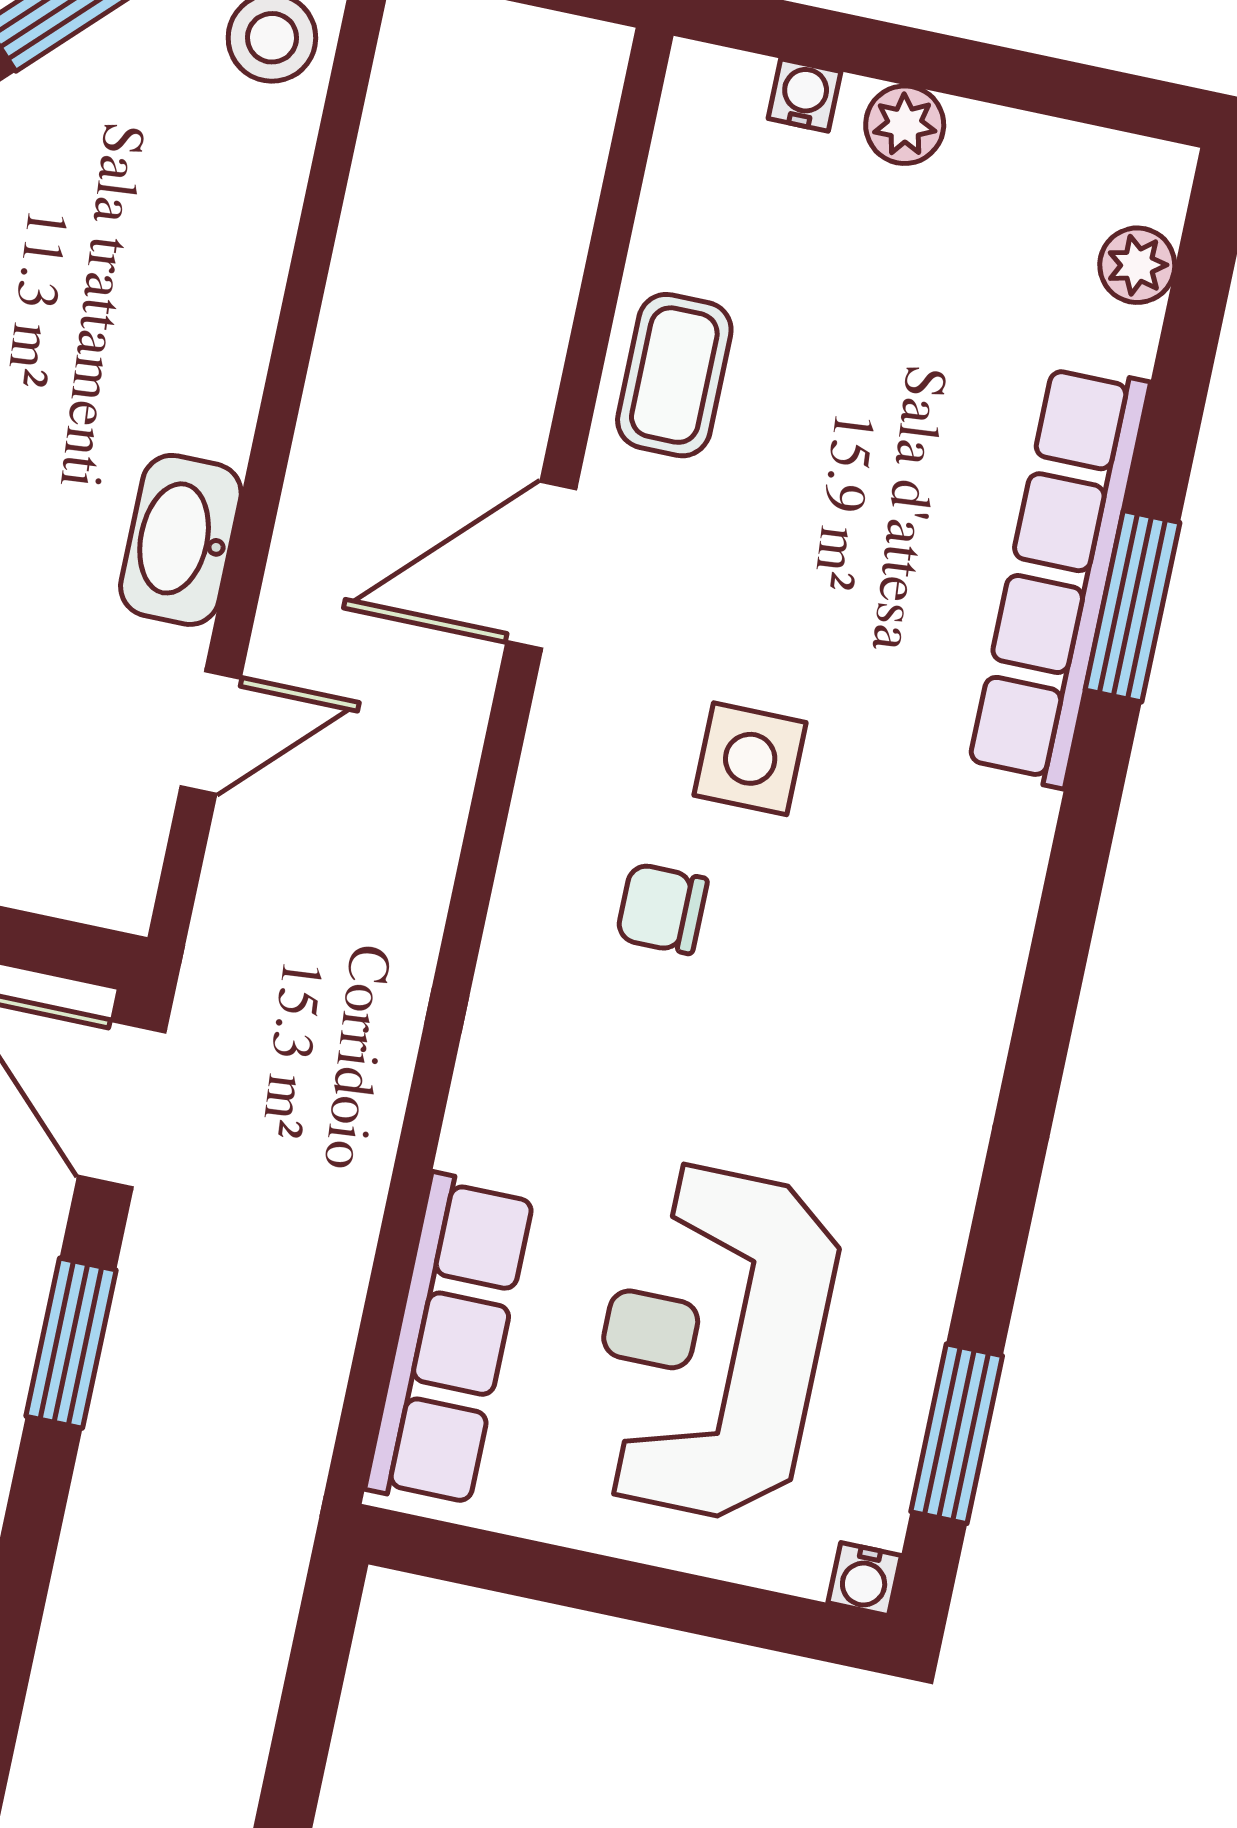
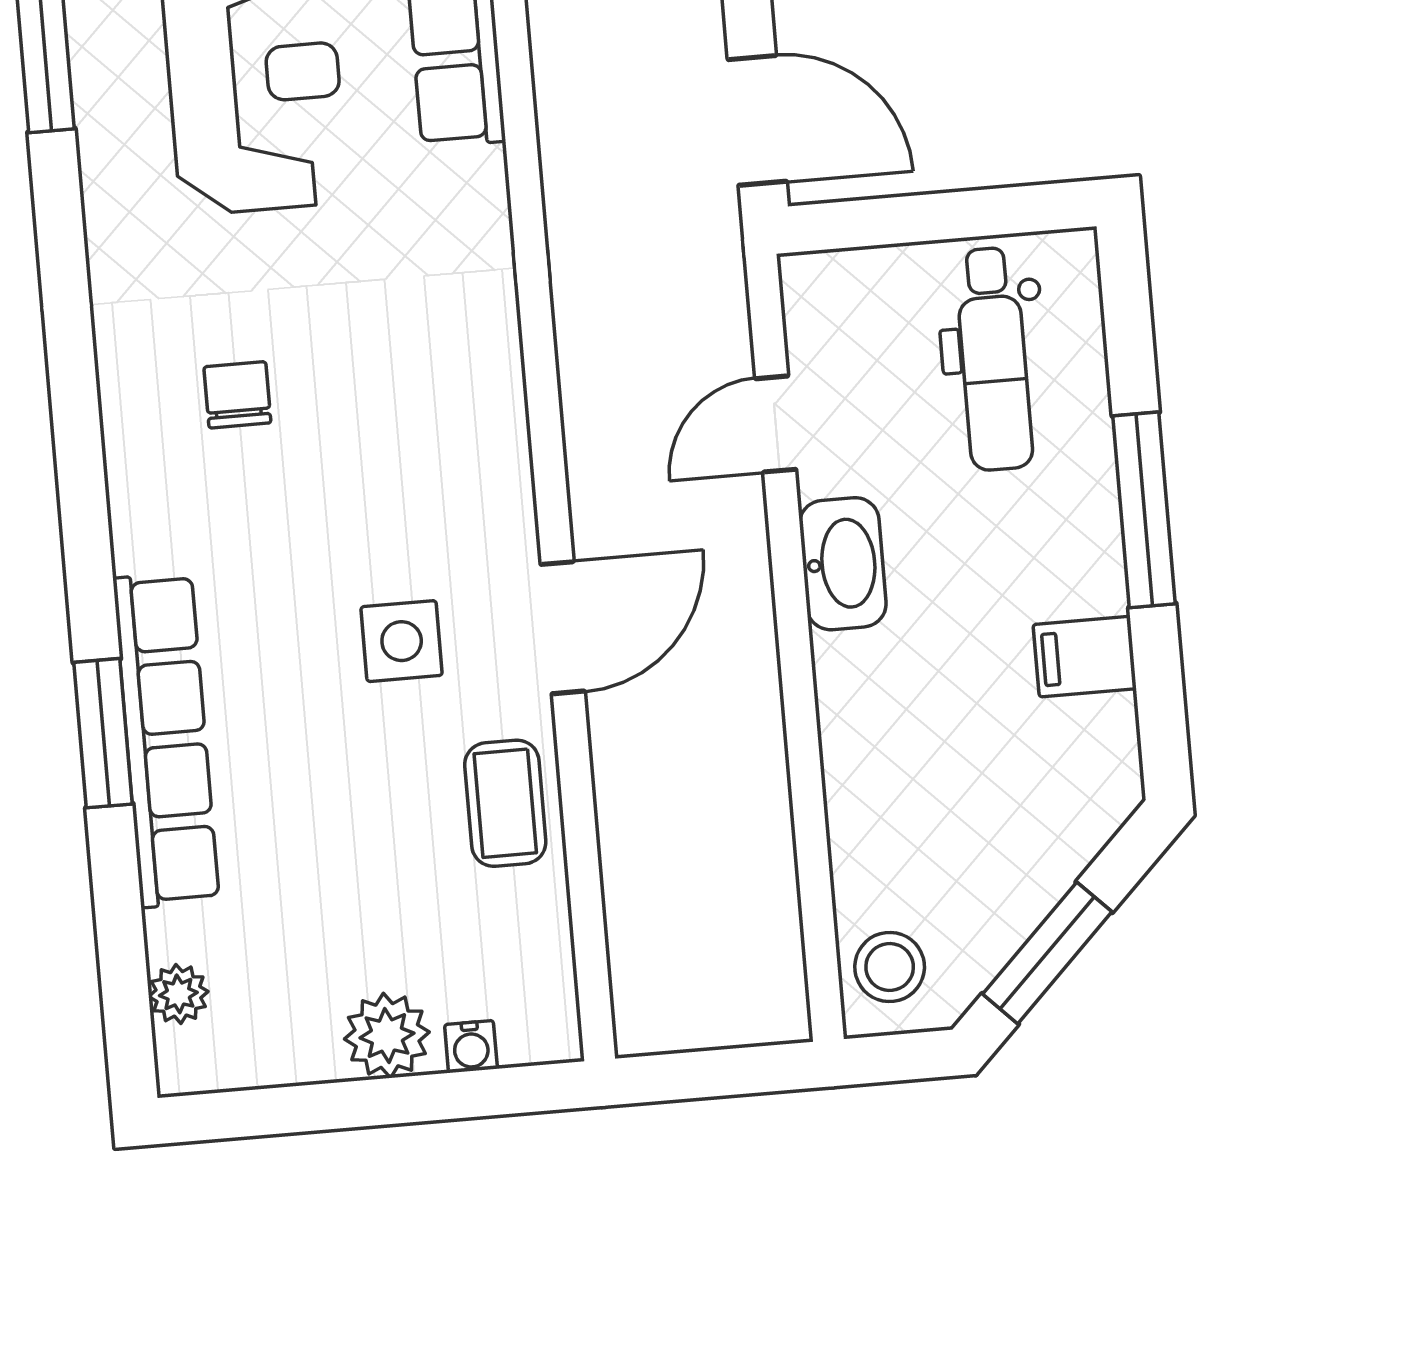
plant: (905, 125) -> (387, 1036), width x1.38, depth x1.38
side table: (750, 759) -> (402, 641), moved
chair: (662, 909) -> (237, 395), moved, turned -90

